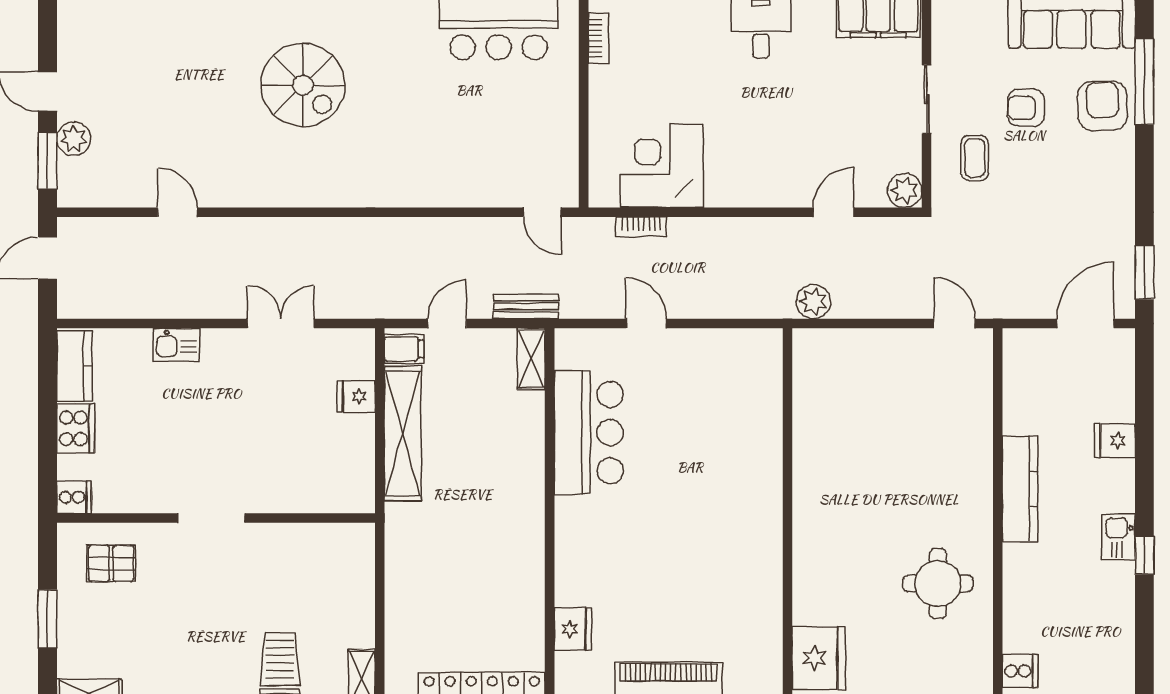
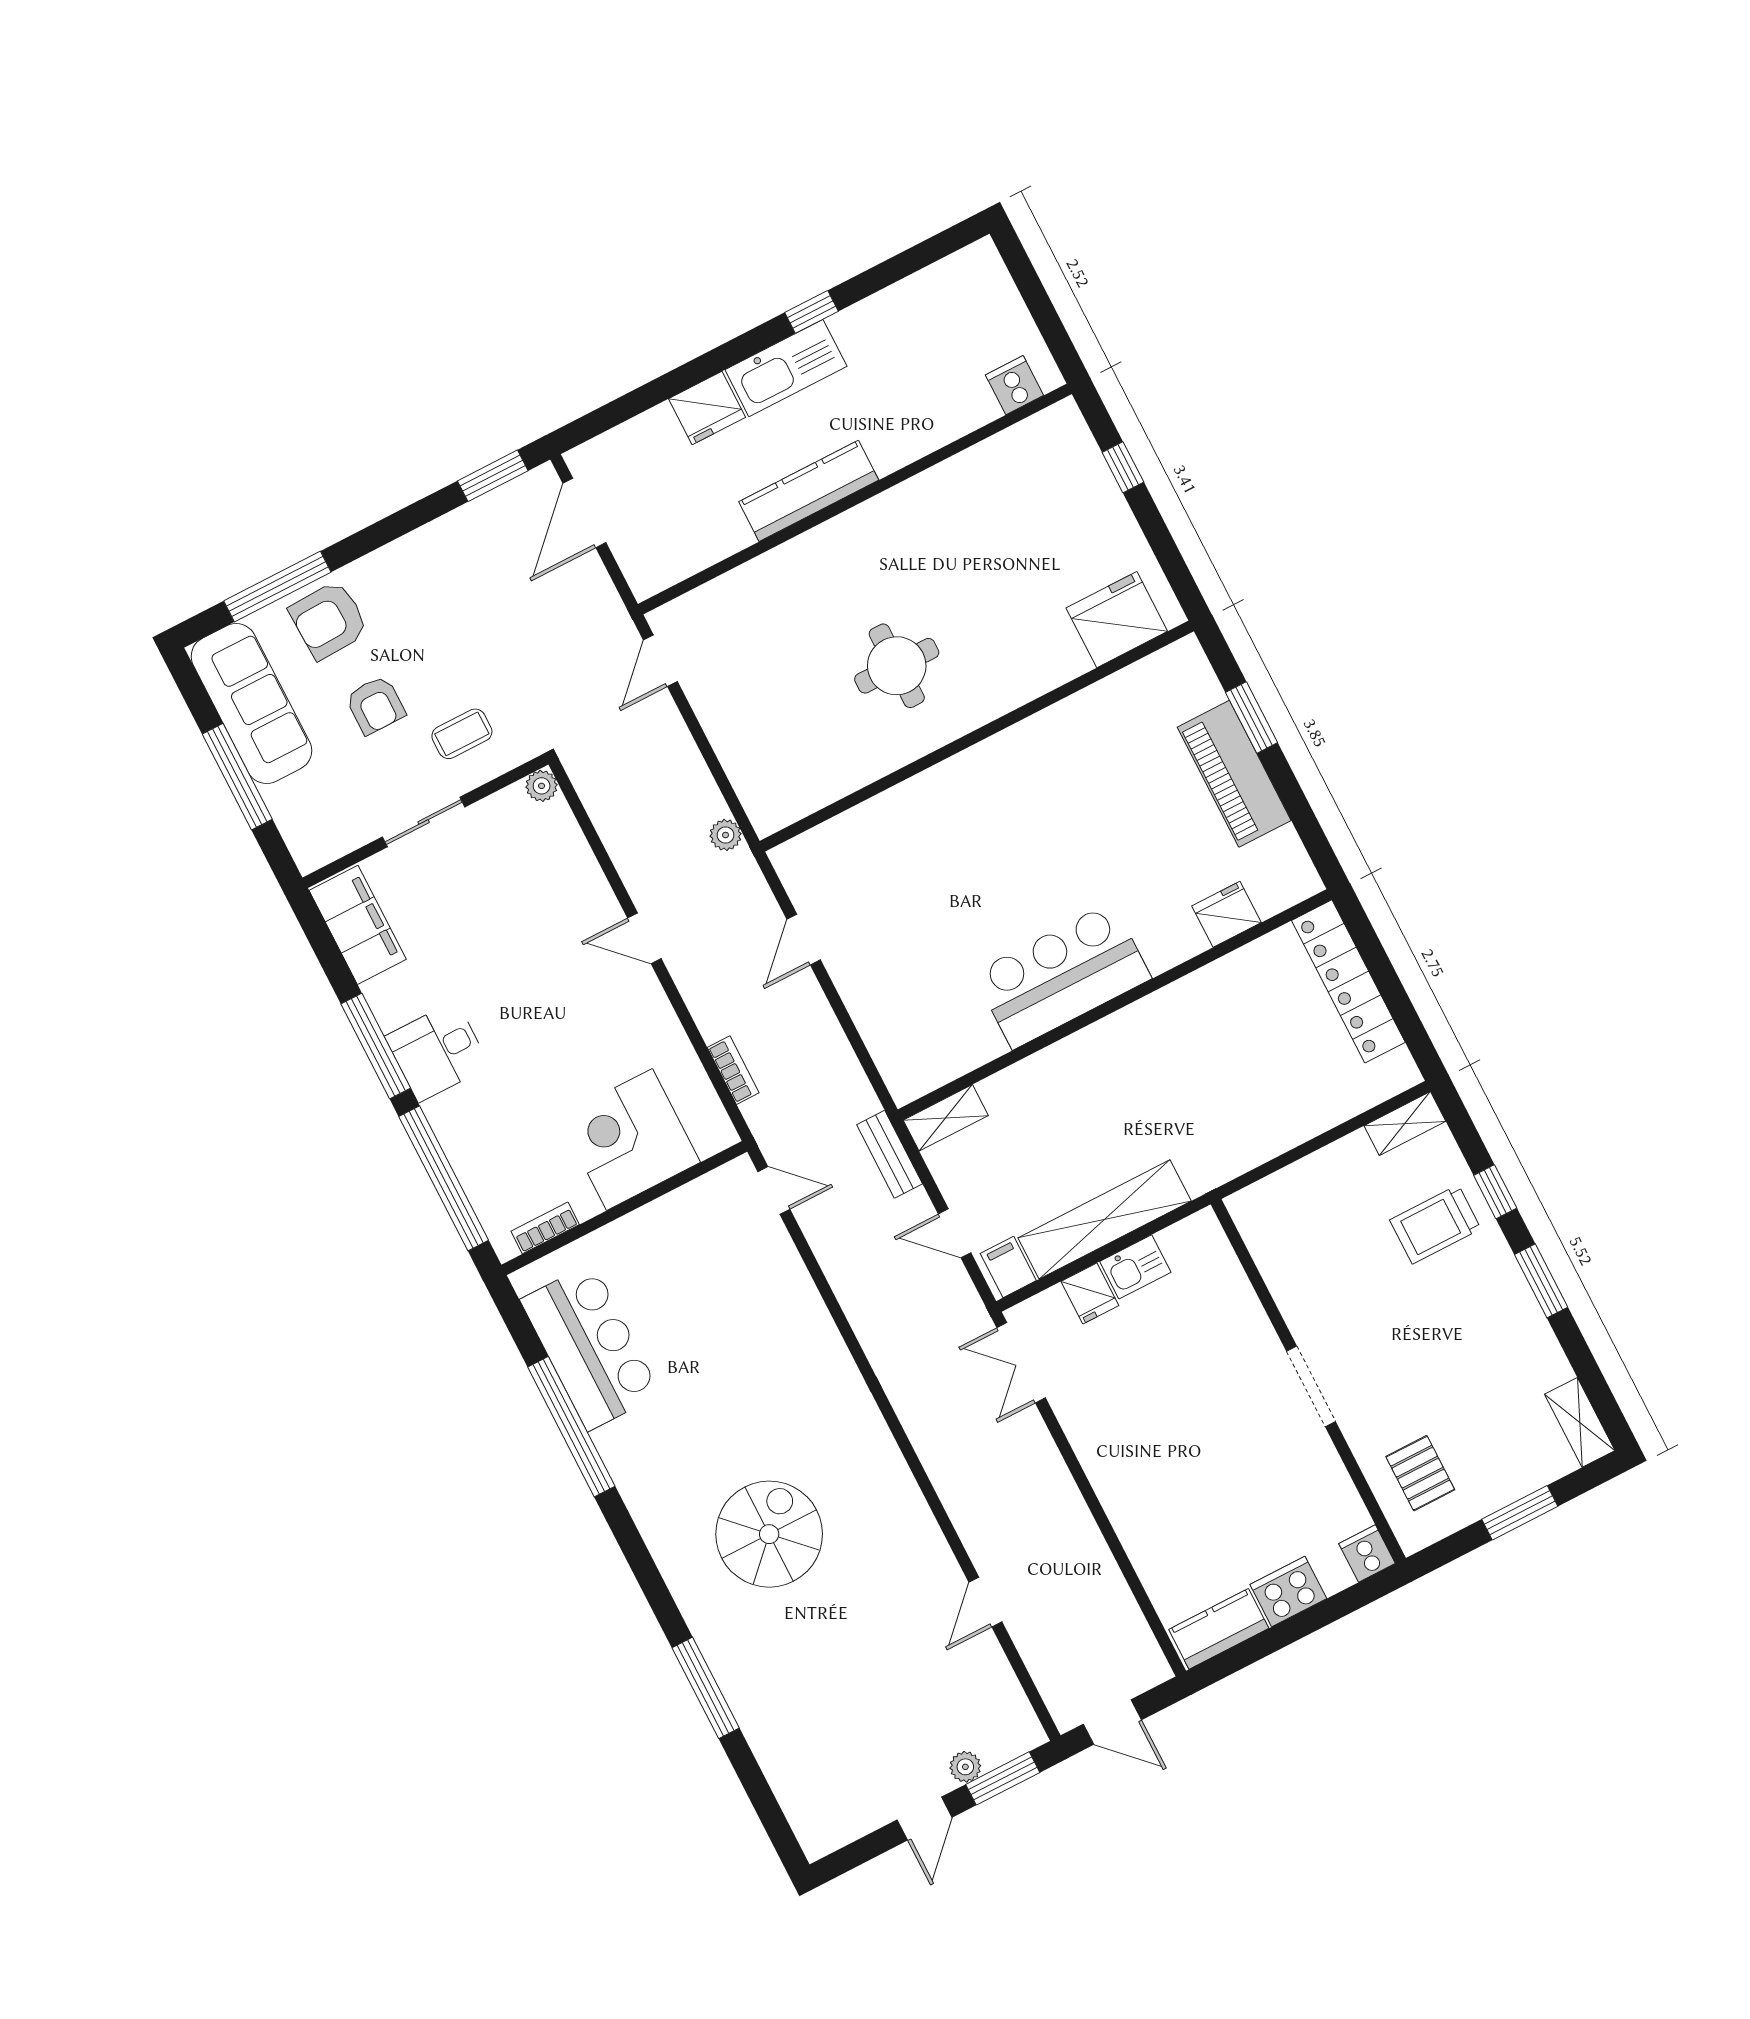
plant: (74, 139) -> (965, 1767), width x0.73, depth x0.73
corner desk: (662, 166) -> (629, 1140), moved, turned 90
plant: (905, 190) -> (542, 786), width x0.73, depth x0.73
door: (542, 212) -> (774, 1190), hinge flipped
door: (834, 212) -> (644, 938), moved
plant: (813, 302) -> (726, 835), width x0.73, depth x0.73
double door: (281, 323) -> (1021, 1363), moved
door: (646, 323) -> (804, 940), moved
door: (1085, 323) -> (584, 513), hinge flipped
kitchen sink: (176, 345) -> (1135, 1267), moved, turned 90
bar counter: (589, 433) -> (1062, 976), moved
fridge: (1115, 441) -> (707, 408), width x1.38
kitchen sink: (1118, 537) -> (786, 368), width x1.88, depth x1.24
round table: (938, 584) -> (897, 666), moved

